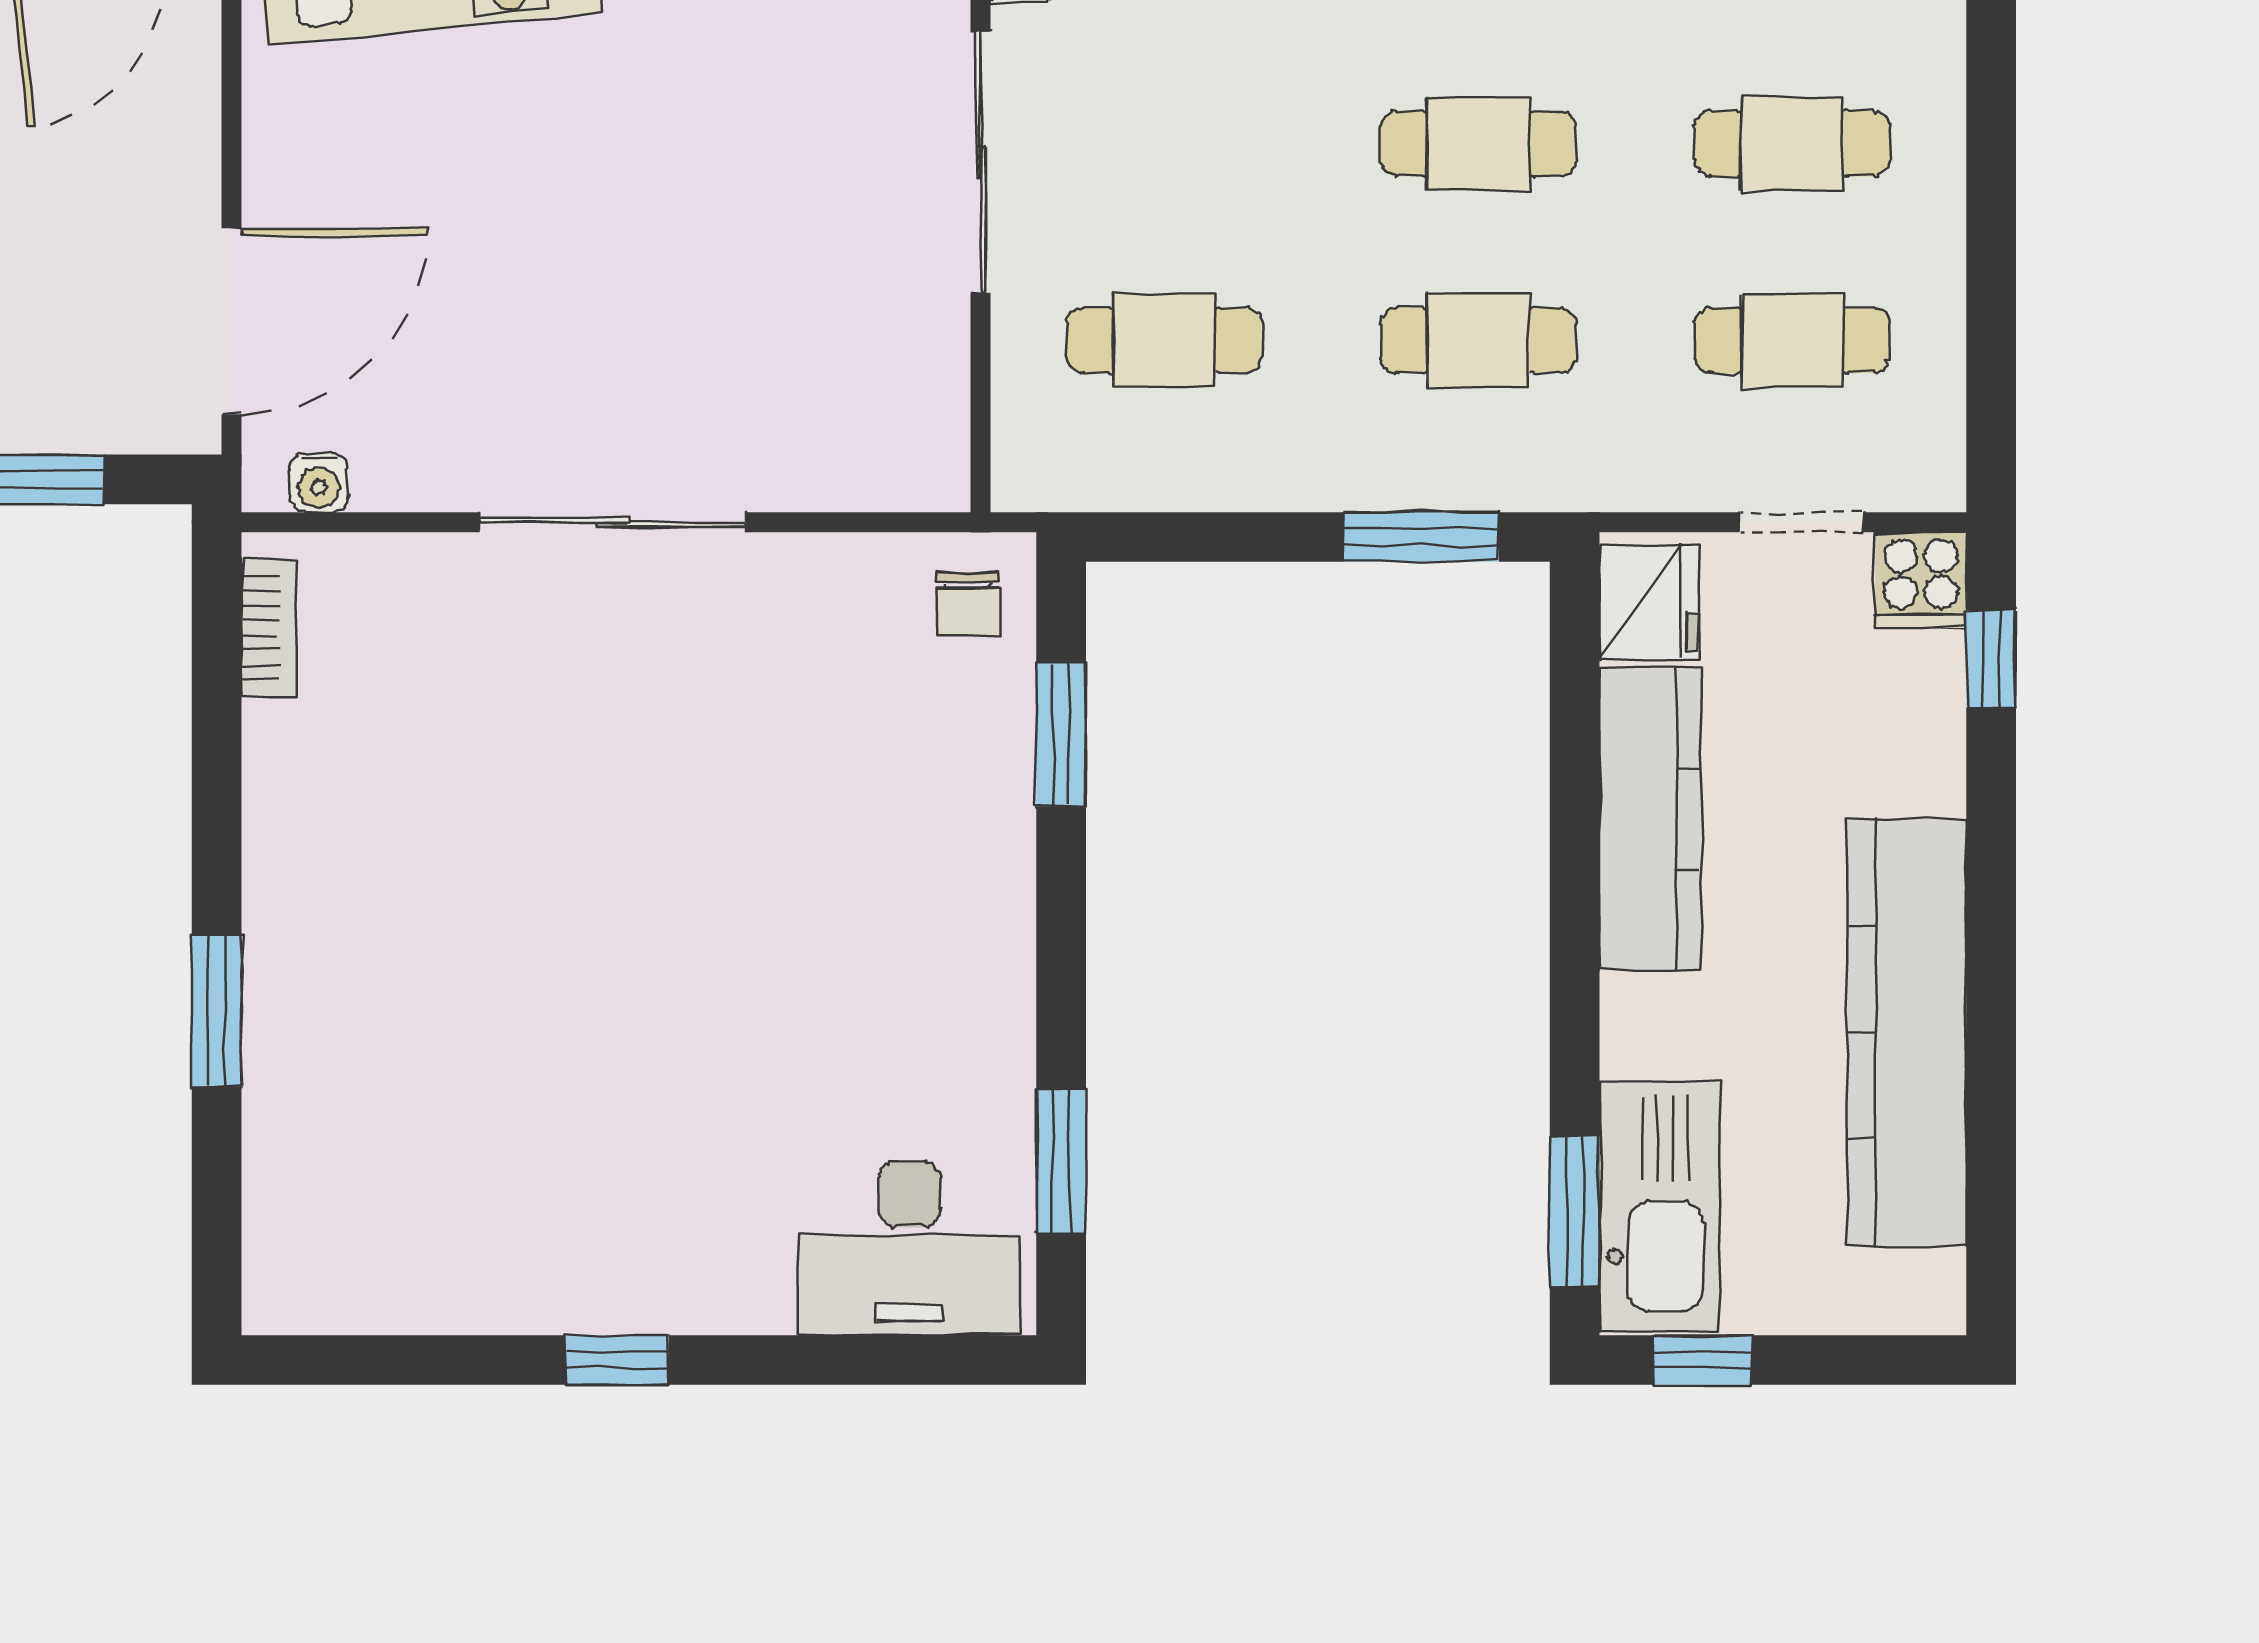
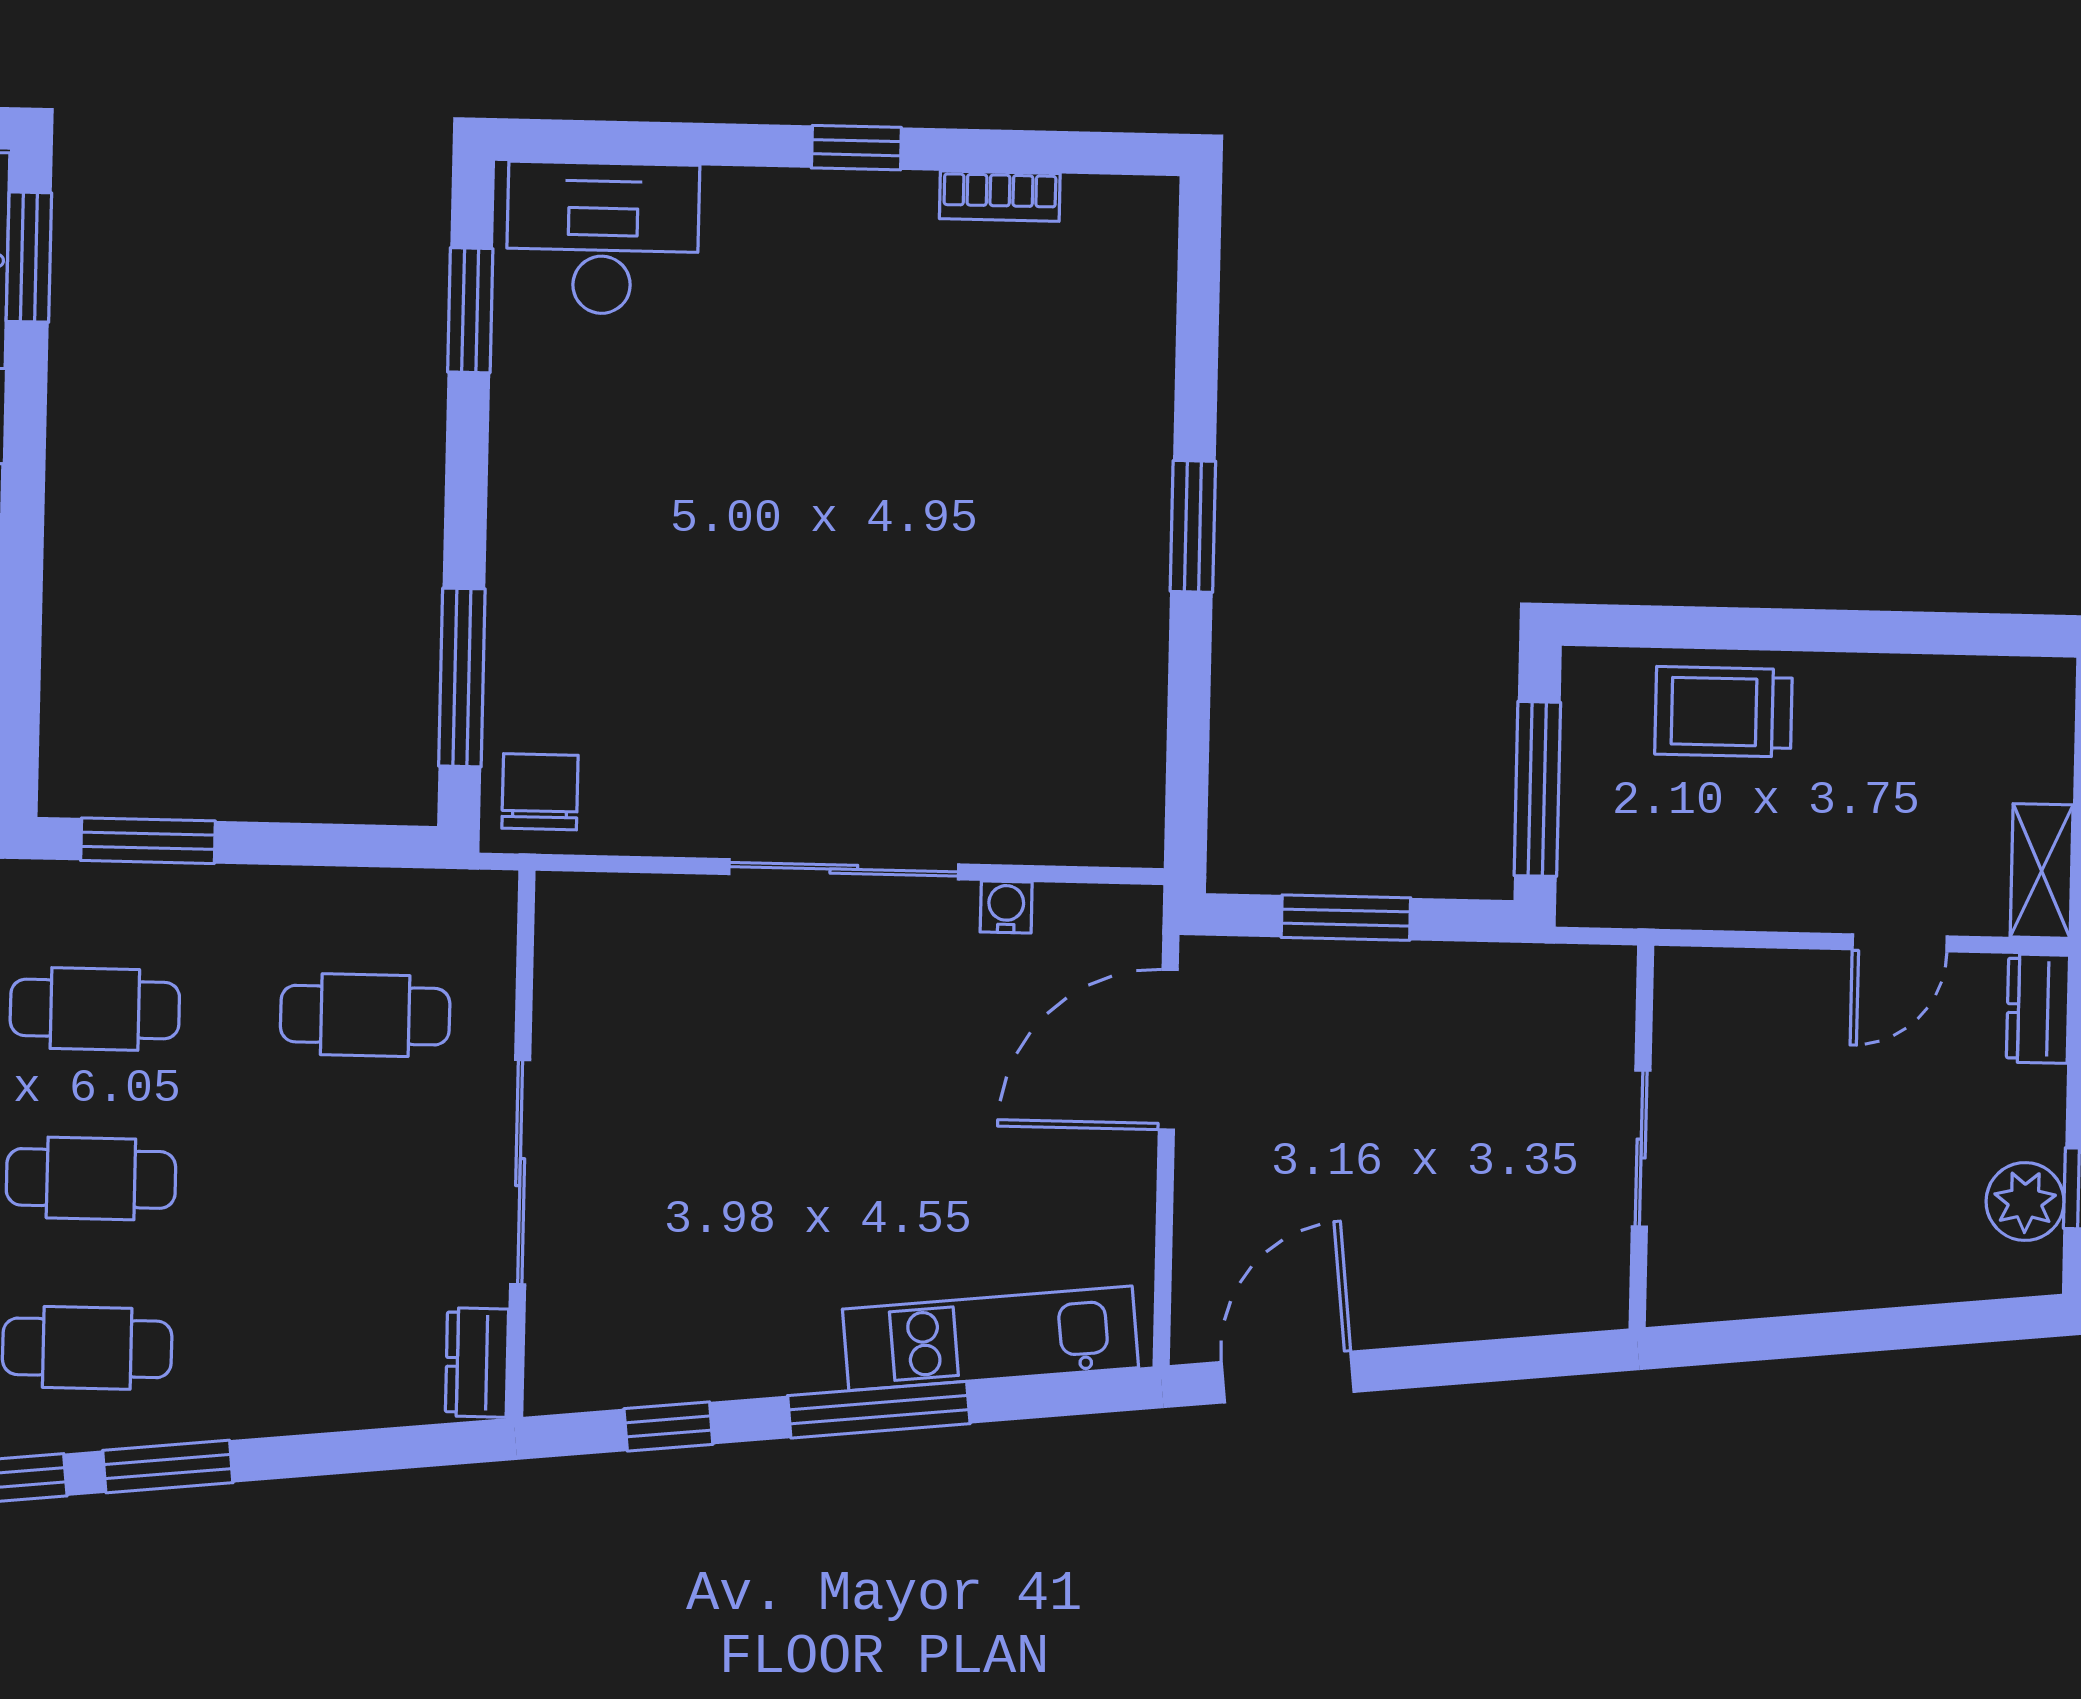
water cooler: (319, 483) -> (1006, 907), moved
chair: (967, 604) -> (540, 792), width x1.37, depth x1.37
bookcase: (269, 628) -> (1000, 196), moved, turned -90
window: (1061, 735) -> (462, 677), width x1.44
window: (217, 1010) -> (1193, 526), moved

